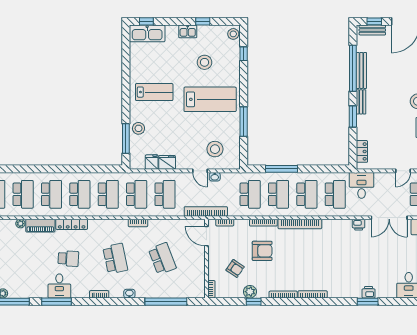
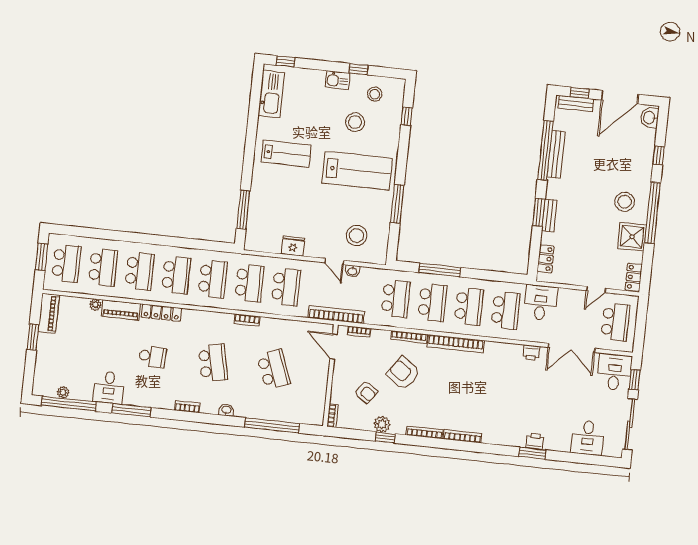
kitchen sink: (147, 33) -> (271, 94), moved, turned -90
stool: (233, 34) -> (375, 94), moved
bench: (361, 102) -> (549, 215), moved
stool: (139, 128) -> (261, 198), removed
fridge: (152, 162) -> (273, 244), removed
armchair: (262, 251) -> (403, 373), turned -144
desk: (59, 286) -> (109, 387), moved

